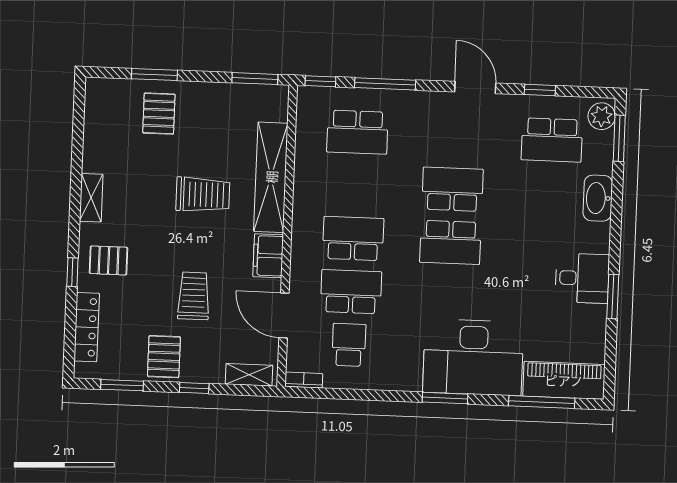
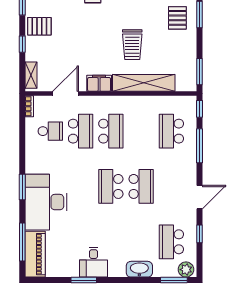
pallet: (159, 114) -> (177, 18), turned 90
trolley: (194, 296) -> (75, 42), removed

